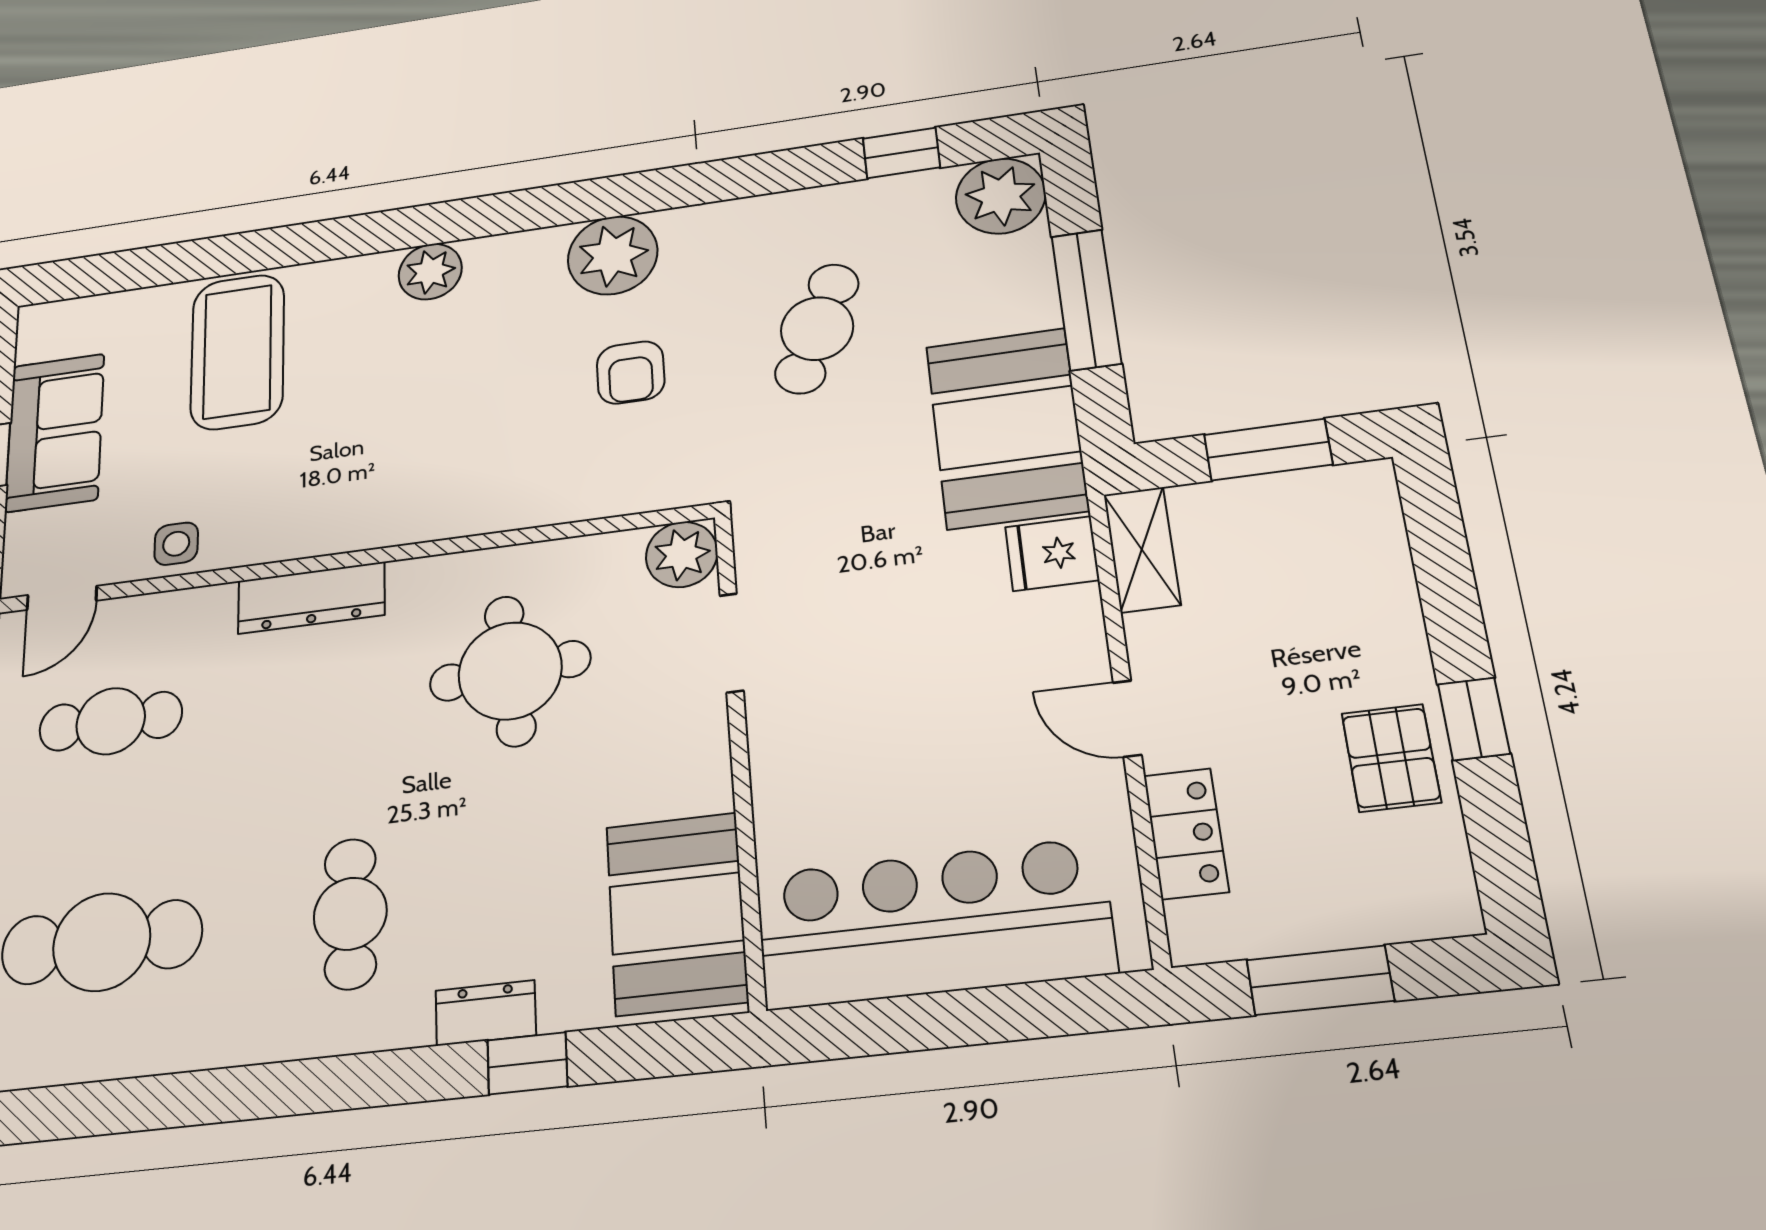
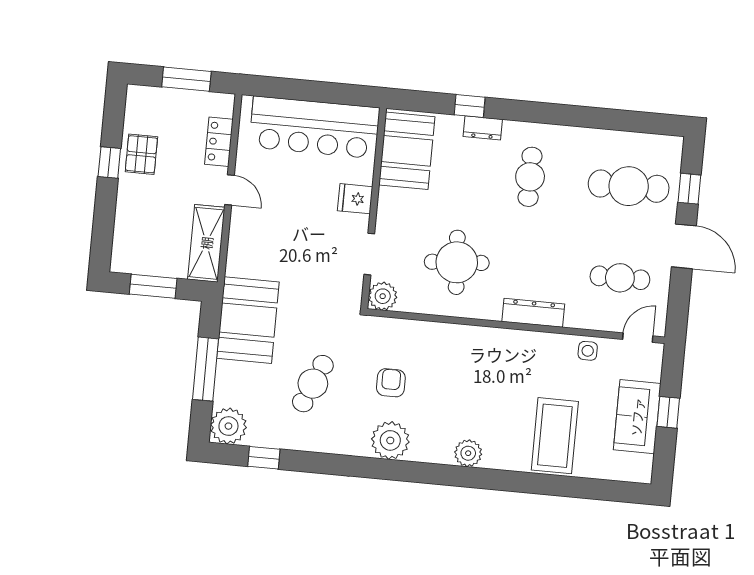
shelving: (1142, 549) -> (206, 243), width x1.50, depth x1.33
fridge: (1052, 554) -> (355, 199), moved, turned 180

